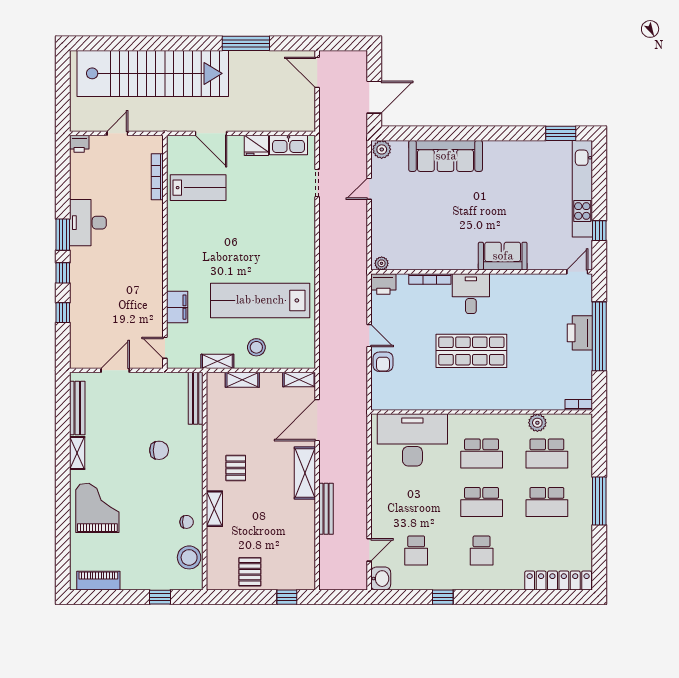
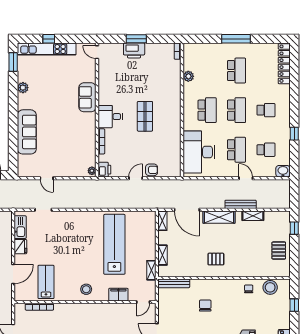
plant: (382, 149) -> (23, 88), moved
window: (599, 231) -> (49, 39), moved
lab bench: (260, 300) -> (114, 244), turned 180
window: (599, 336) -> (136, 39), width x0.47
stool: (256, 347) -> (86, 289), moved
shop shelf: (471, 351) -> (145, 116), width x0.70, depth x0.74
school desk: (547, 453) -> (237, 150), moved
shelving: (214, 509) -> (253, 216), moved
door: (369, 550) -> (246, 178), moved
pallet: (250, 572) -> (279, 251), turned 90

